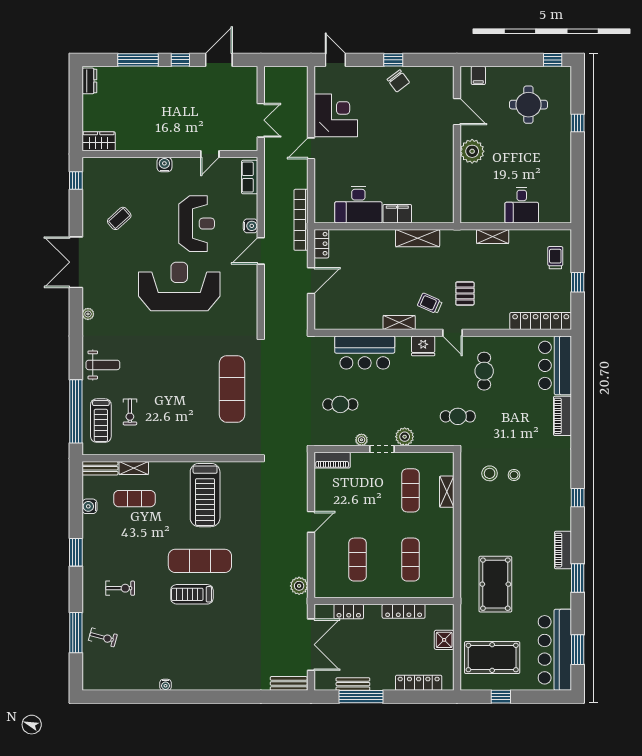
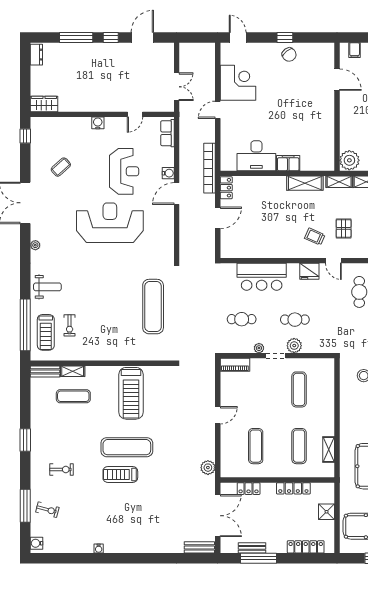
plant: (472, 151) -> (349, 160), moved
shelving: (399, 323) -> (339, 182), moved
cafe table: (458, 416) -> (295, 320), moved
shelving: (447, 492) -> (329, 449), moved
water cooler: (89, 506) -> (36, 543), moved

